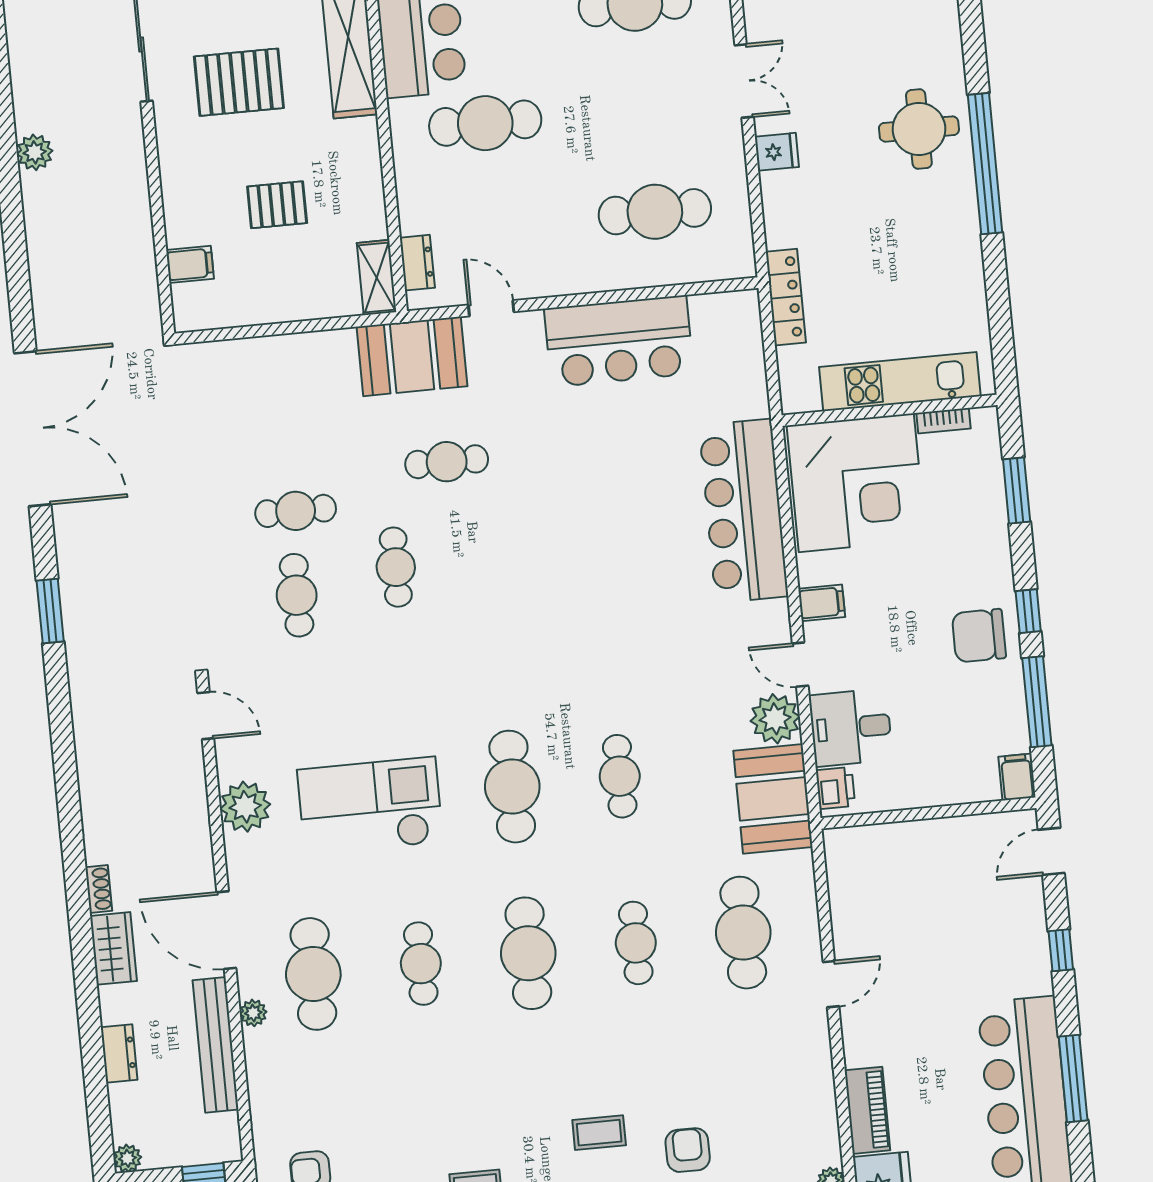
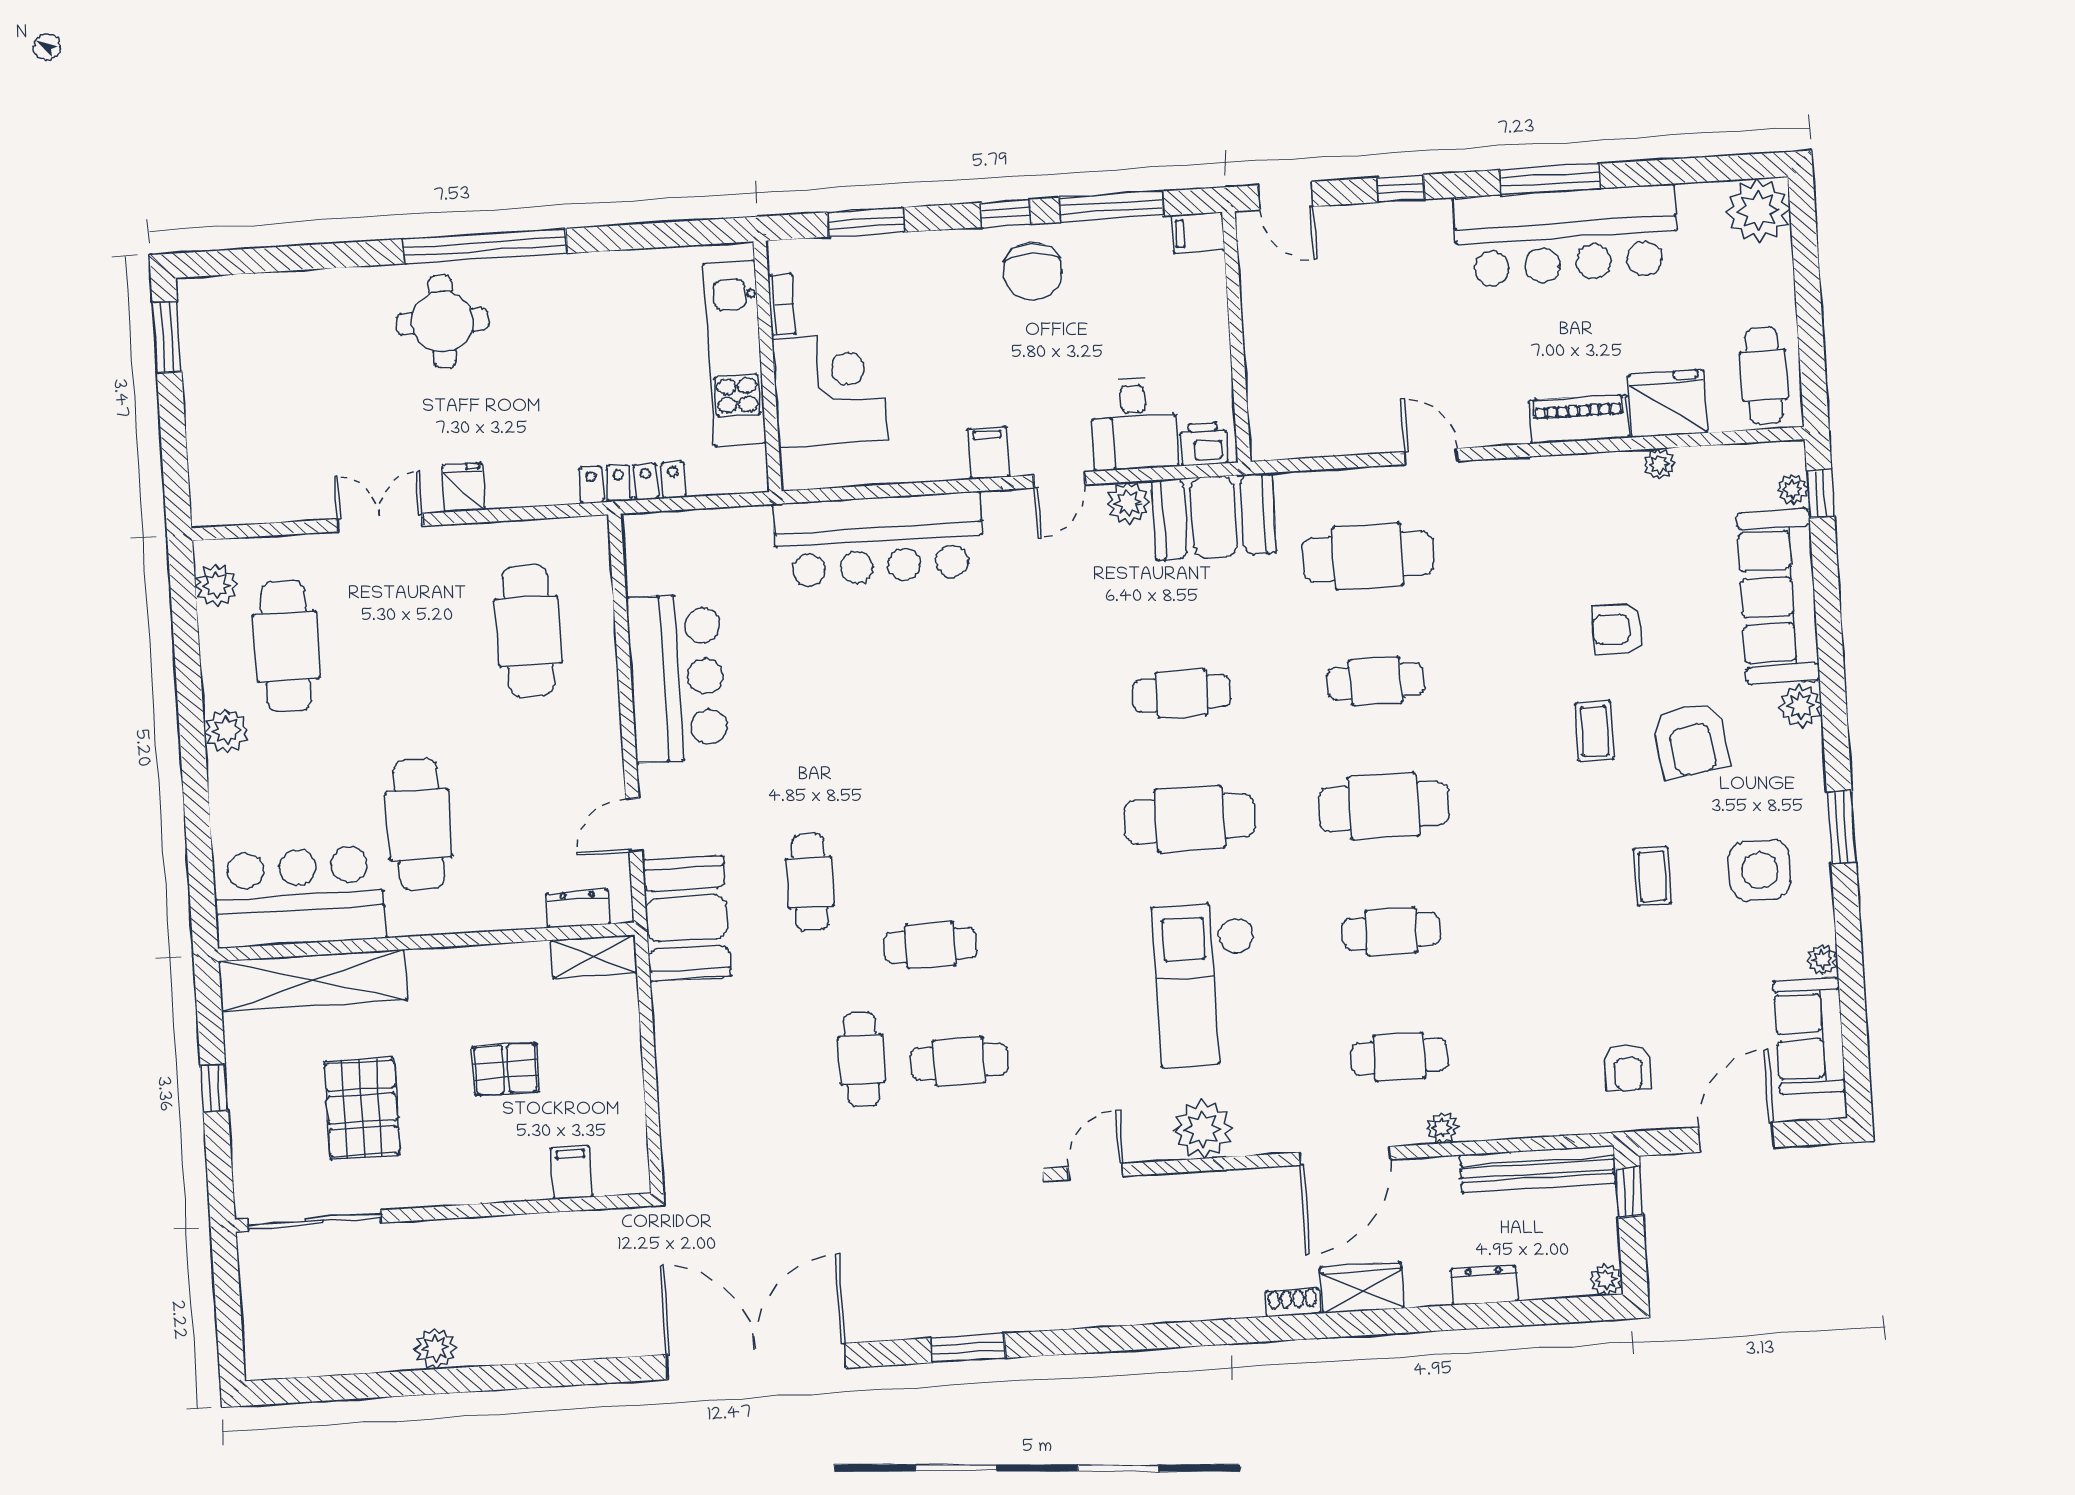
pallet: (277, 205) -> (506, 1069), turned 90
corner desk: (856, 483) -> (830, 389), width x0.74, depth x0.74
plant: (775, 719) -> (1128, 503), width x0.73, depth x0.73
cafe table: (313, 974) -> (1399, 1057), width x0.73, depth x0.74
bench: (215, 1045) -> (1538, 1169), moved

